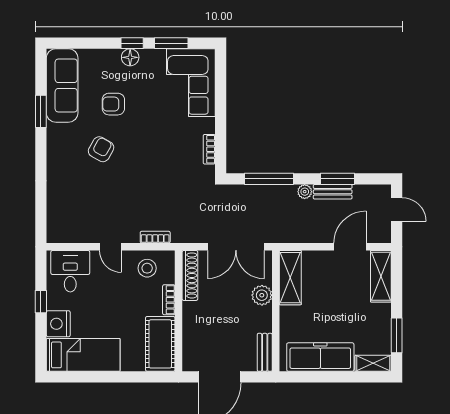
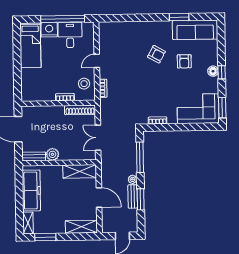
window: (171, 43) -> (222, 108), moved
armchair: (113, 104) -> (184, 61), turned 180
double door: (236, 247) -> (98, 138), width x0.73
door: (350, 247) -> (99, 197), moved
desk: (70, 271) -> (70, 35), moved, turned -90
plant: (262, 295) -> (53, 154), moved
window: (41, 302) -> (63, 19), width x3.17
cot: (160, 344) -> (38, 92), removed

